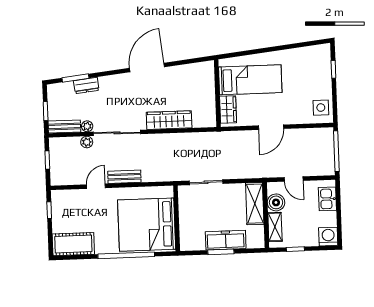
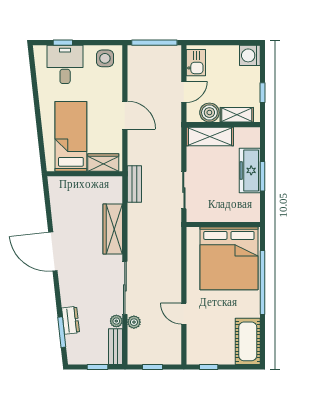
desk: (314, 72) -> (65, 64), added
bench: (124, 177) -> (134, 184), moved
kitchen sink: (327, 199) -> (196, 63), moved, turned -90

